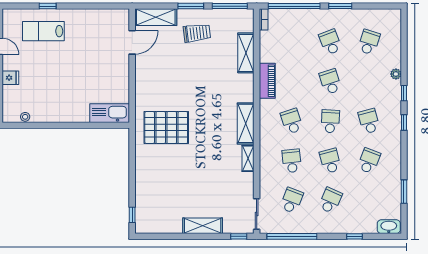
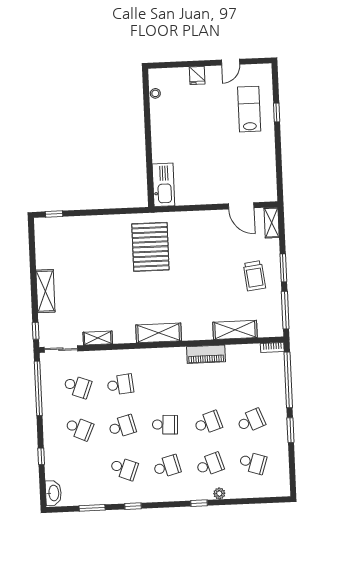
shelving: (156, 17) -> (272, 223), width x0.67, depth x0.75
school desk: (292, 121) -> (210, 465), moved
window: (404, 122) -> (133, 506), moved
shelving: (248, 158) -> (98, 338), moved

